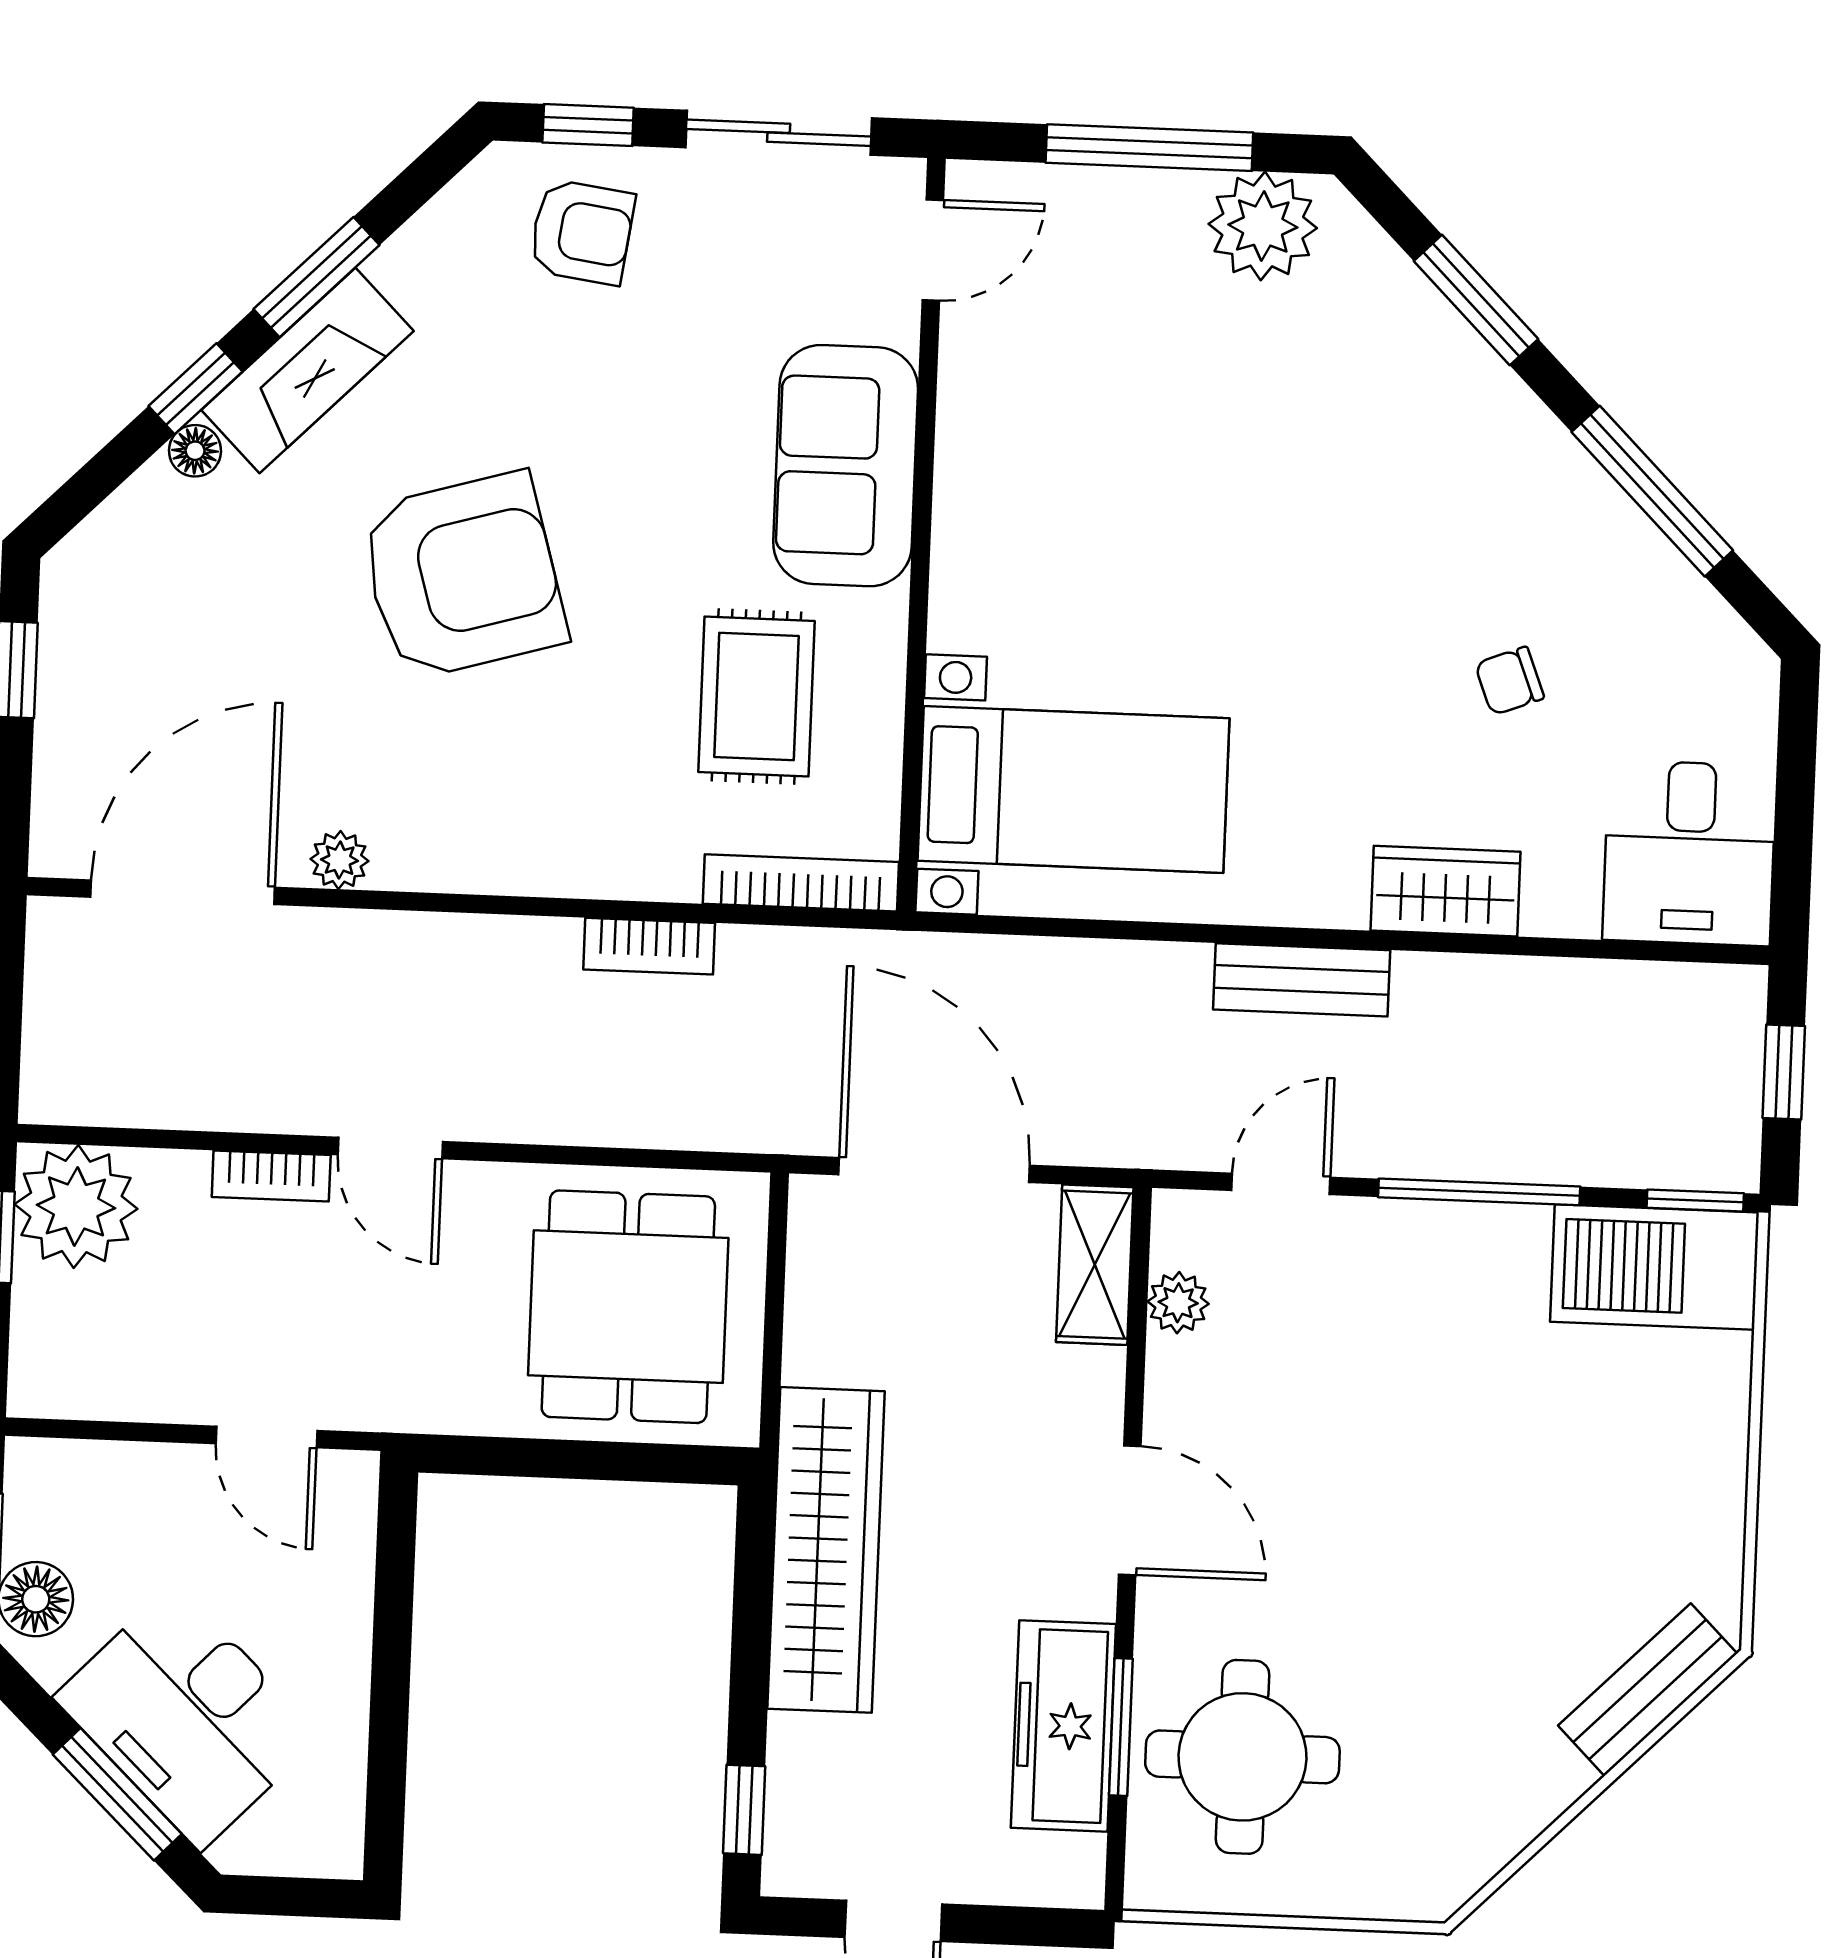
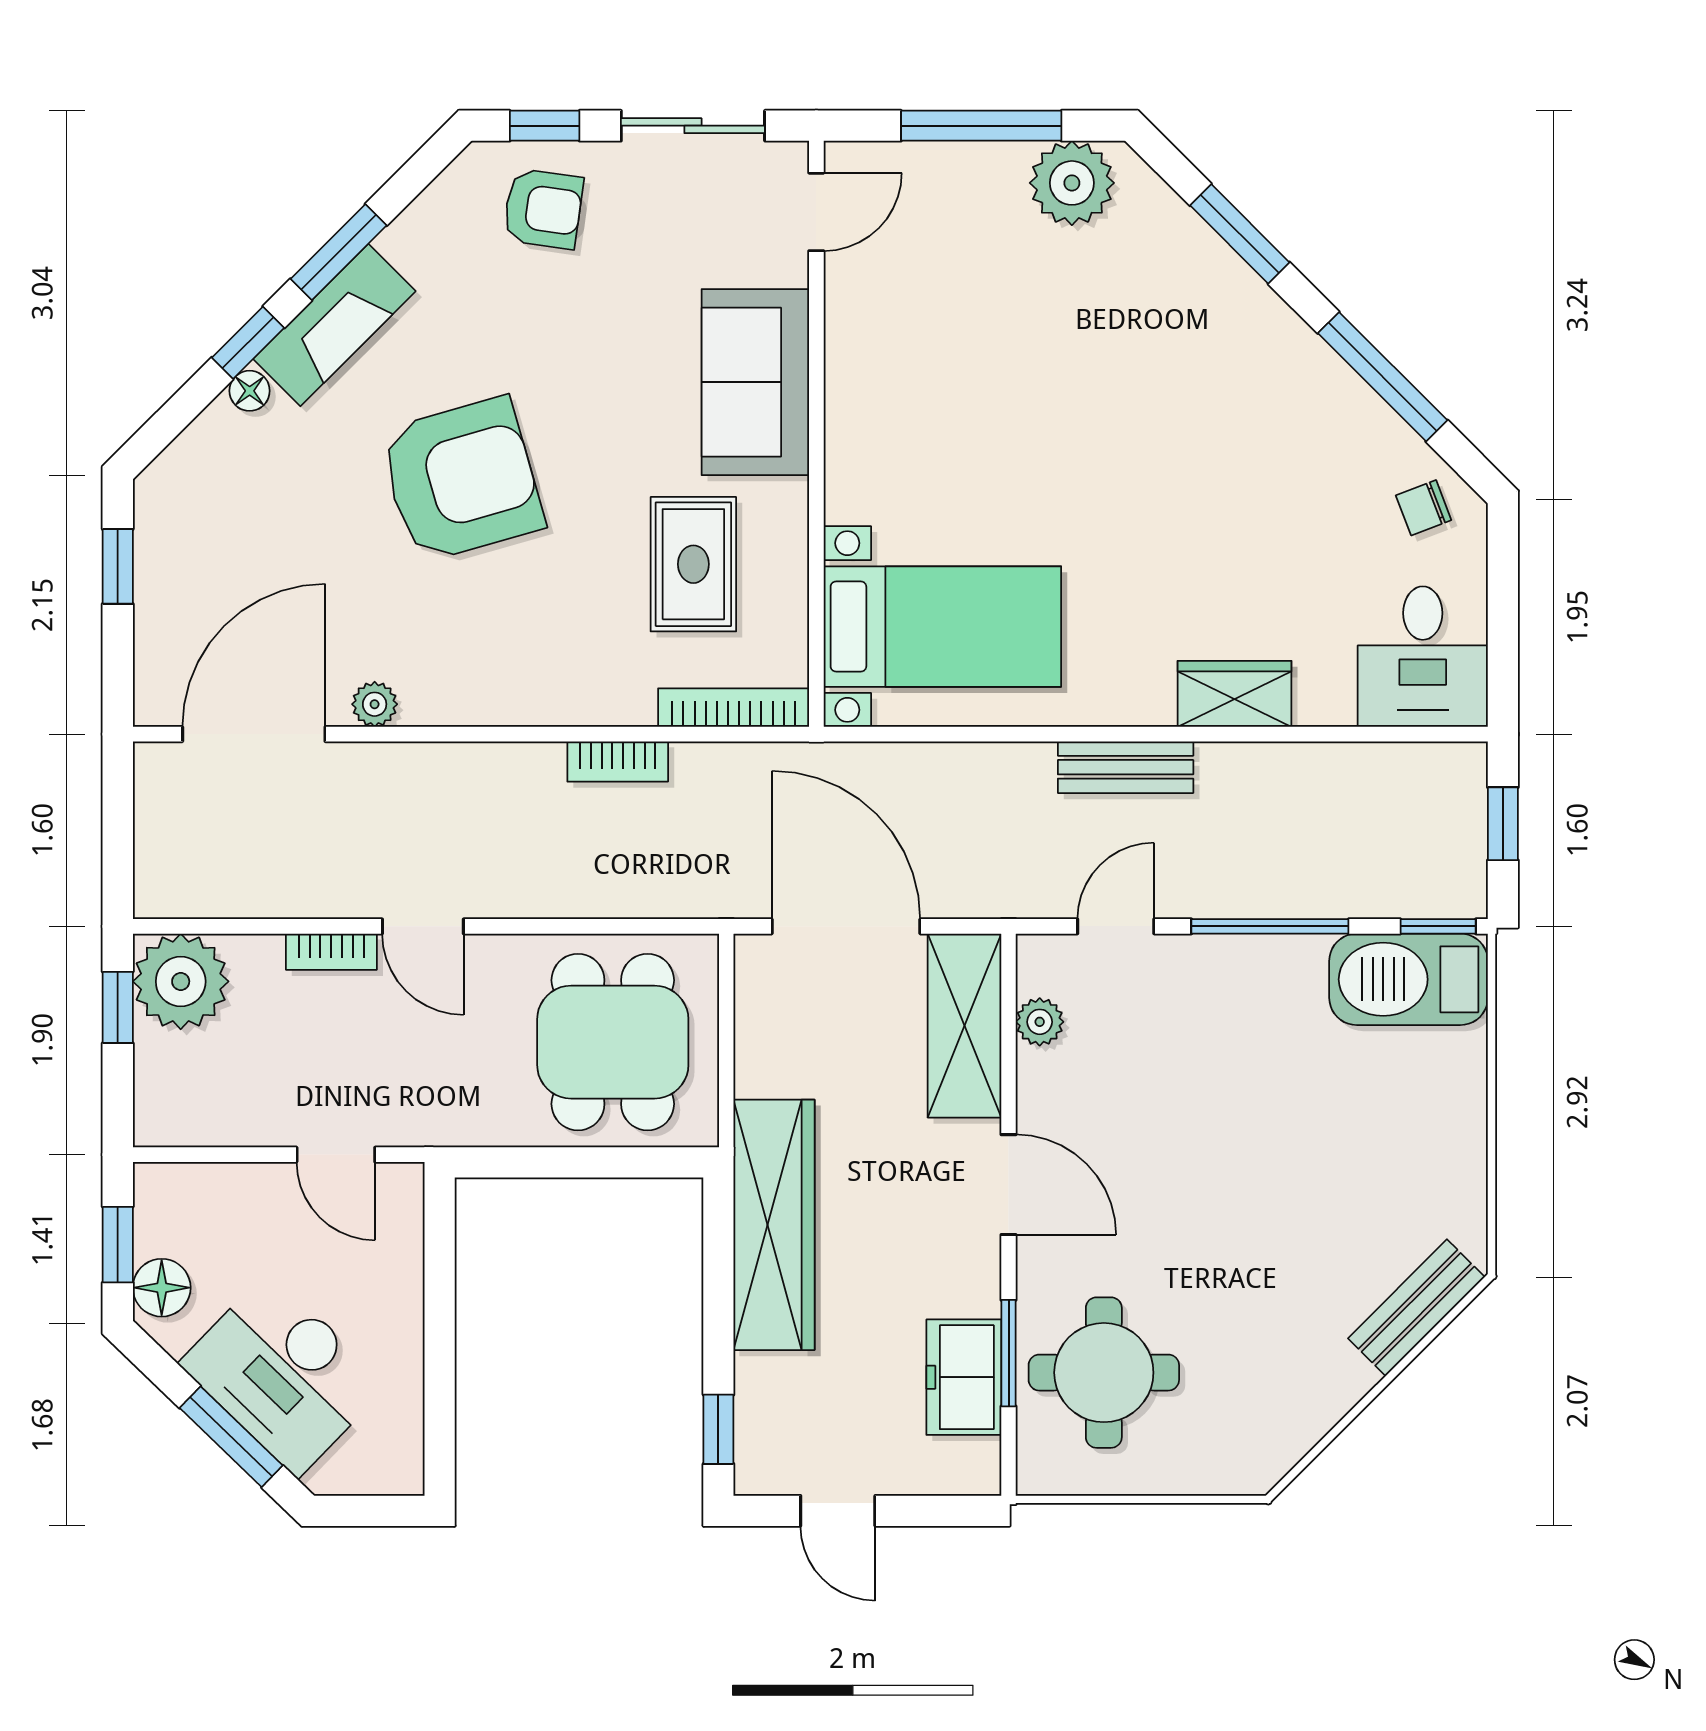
chair: (1510, 681) -> (1424, 508), moved
shelving: (1095, 1265) -> (964, 1026), width x1.50, depth x1.33
freezer: (1063, 1726) -> (964, 1377), width x0.71

